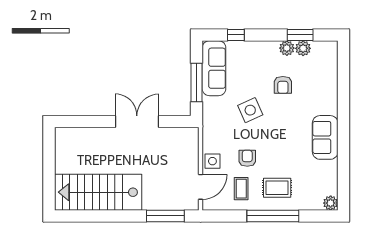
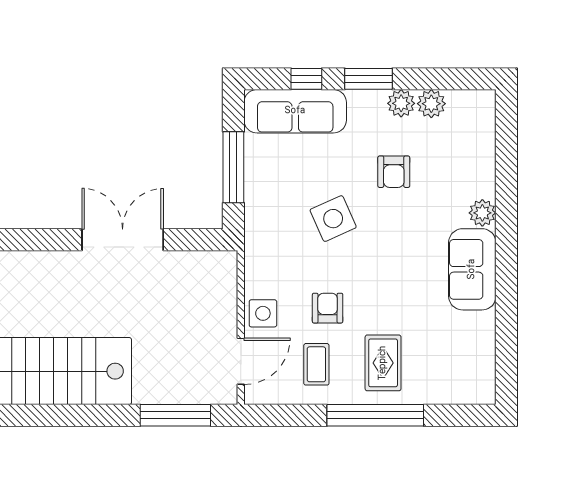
window: (300, 35) -> (369, 79), moved
sofa: (214, 68) -> (295, 111), moved, turned 90
rug: (277, 188) -> (383, 363), turned 90
plant: (331, 203) -> (482, 213), moved

